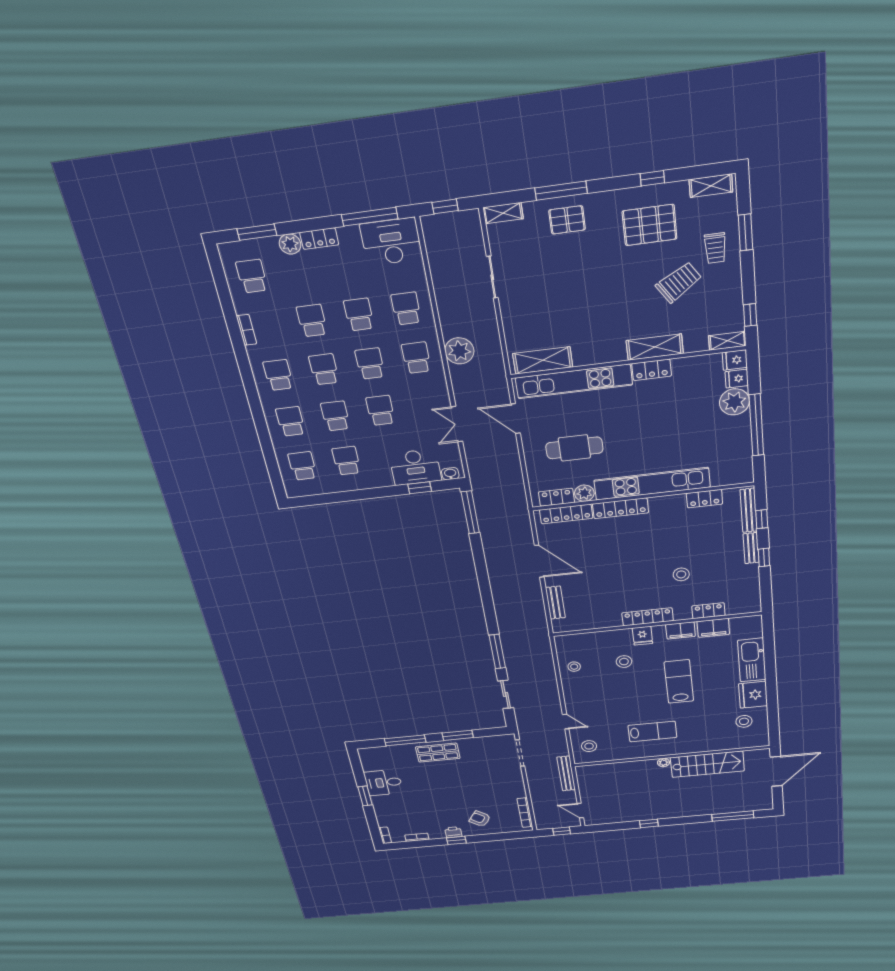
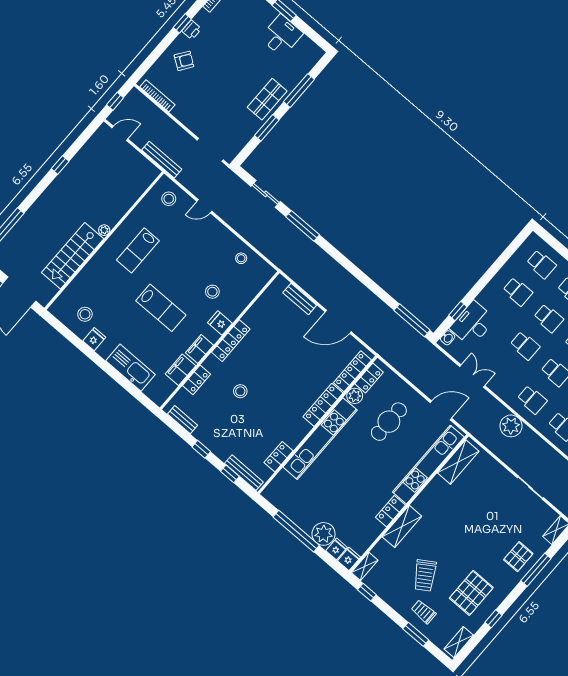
bench: (751, 548) -> (182, 420), moved
fridge: (753, 695) -> (94, 339), width x0.53, depth x0.75

